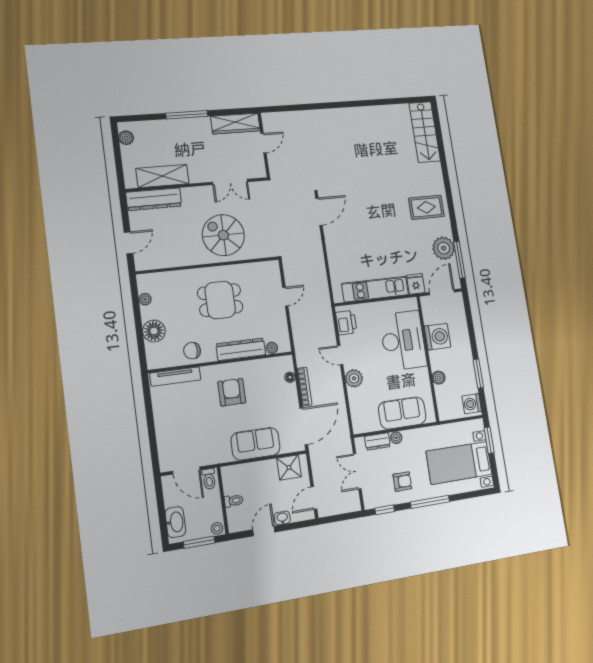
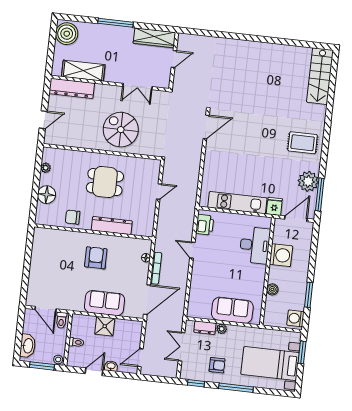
boiler: (126, 138) -> (67, 34), width x1.86, depth x1.86
desk: (403, 340) -> (255, 245), width x0.73, depth x0.77
plant: (272, 348) -> (137, 231), removed
tv unit: (175, 377) -> (55, 234), removed
plant: (354, 378) -> (199, 272), removed
shower: (289, 467) -> (105, 326), moved

